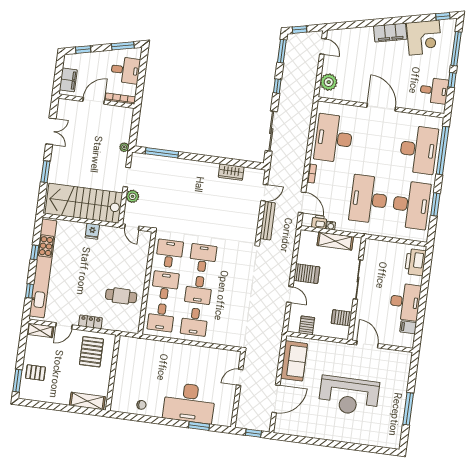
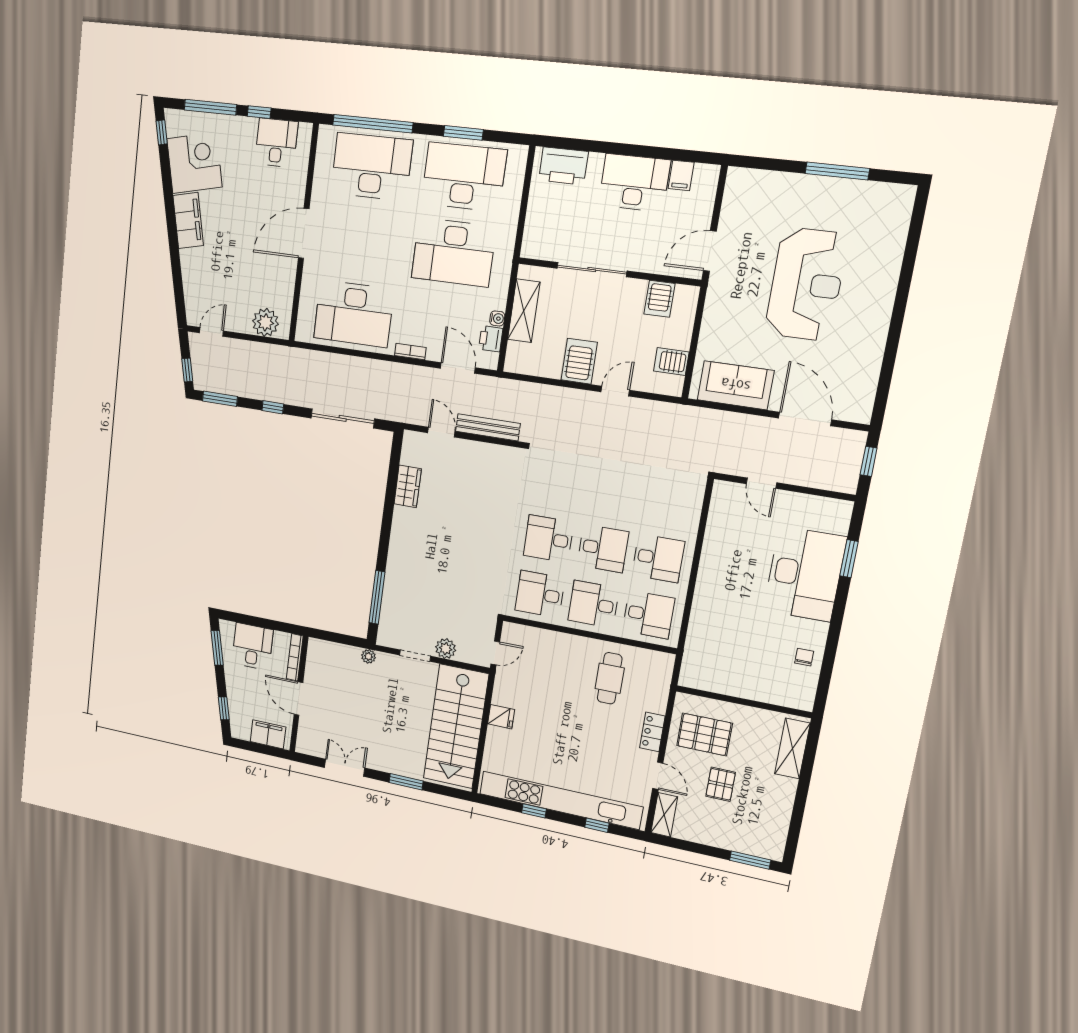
door: (302, 202) -> (458, 368), hinge flipped
pallet: (35, 373) -> (721, 784), moved

